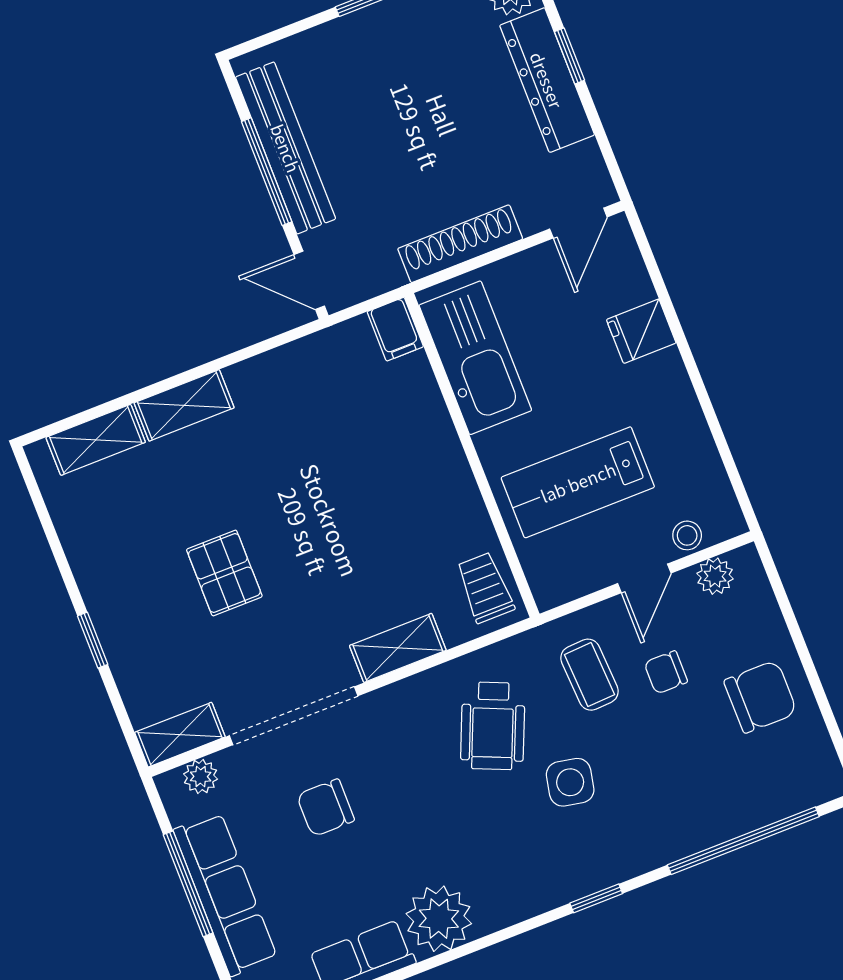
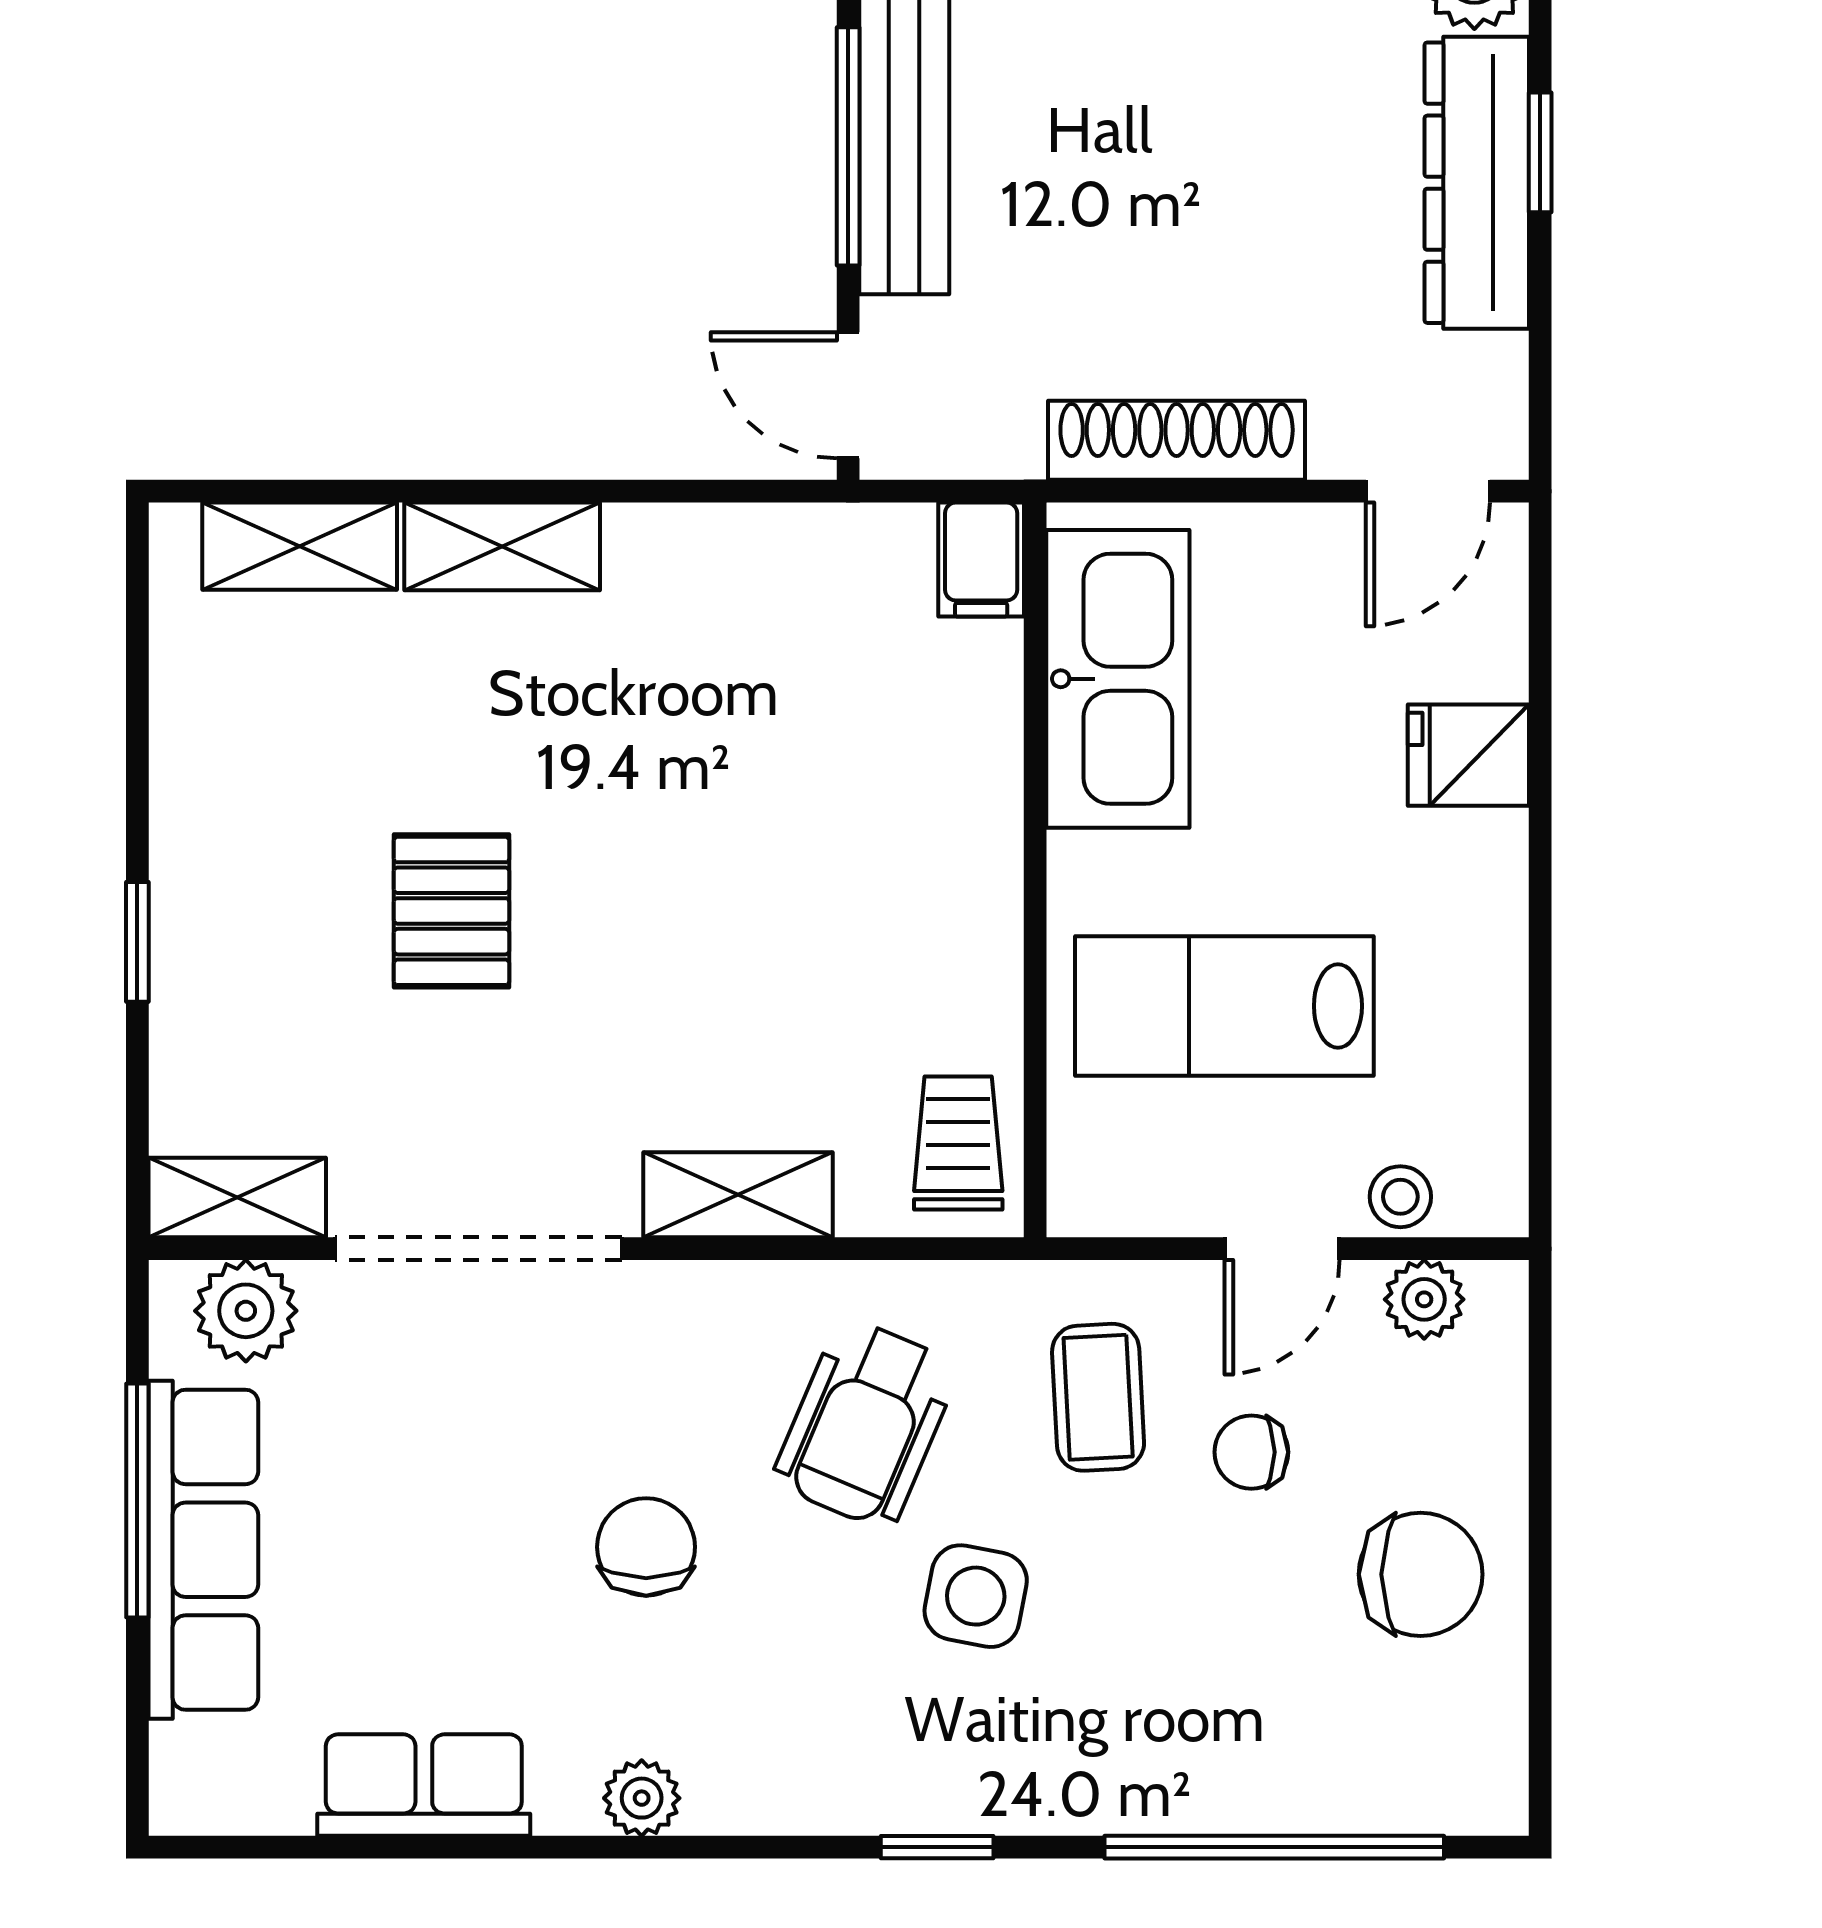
plant: (201, 777) -> (246, 1311), width x1.38, depth x1.38
chair: (326, 808) -> (646, 1547), moved, turned 90
plant: (439, 919) -> (642, 1798), width x0.53, depth x0.53

